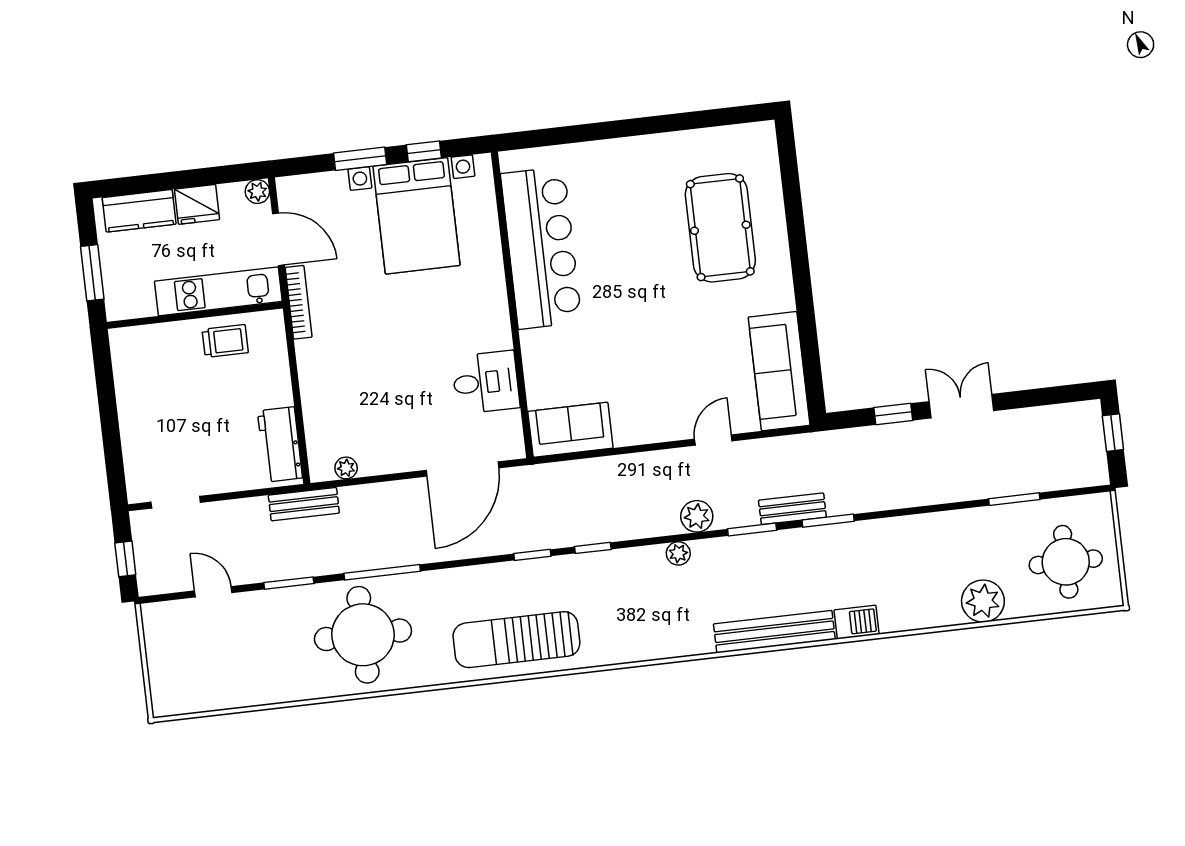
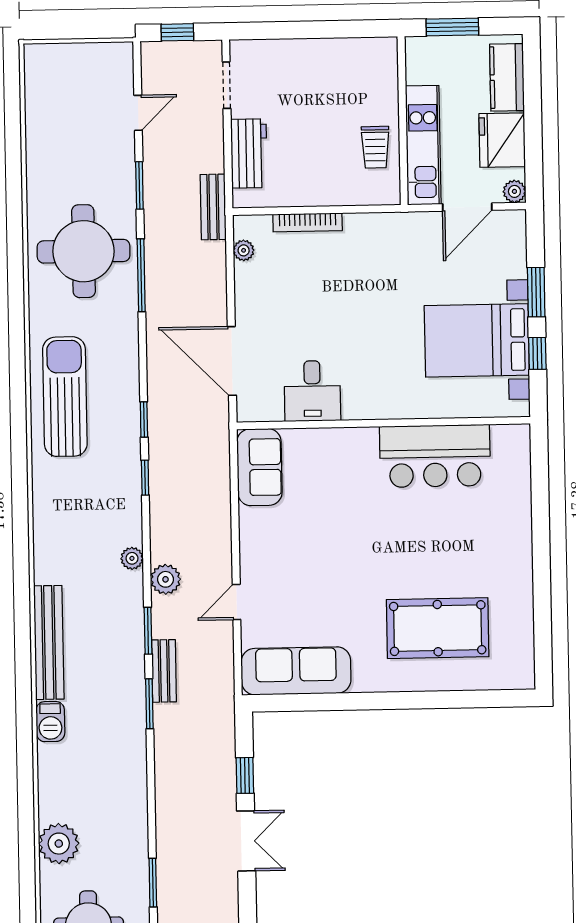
fridge: (197, 204) -> (502, 140), width x1.36, depth x1.34
bar counter: (541, 248) -> (435, 456), width x0.73
bookcase: (299, 302) -> (308, 222), moved
door: (713, 440) -> (237, 602), swing flipped
workbench: (280, 444) -> (249, 153), moved, turned 90

